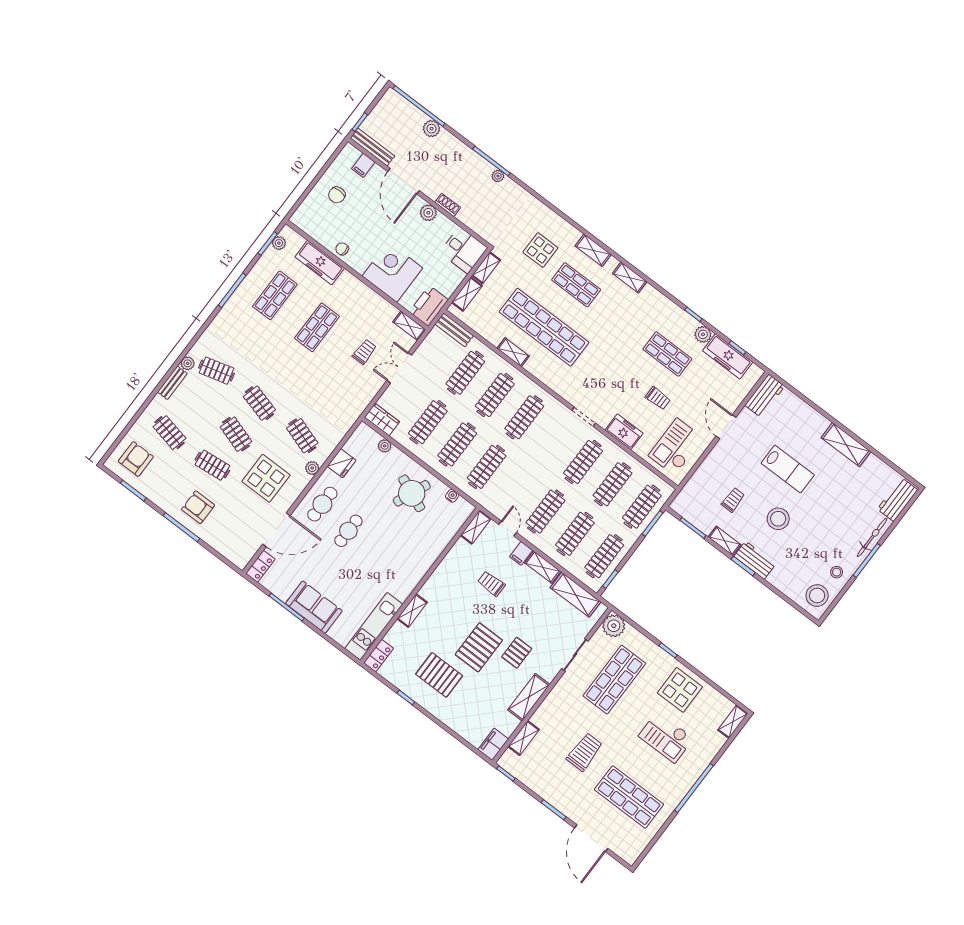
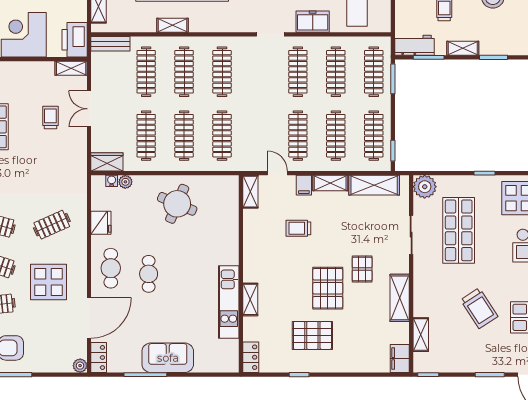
clothes rail: (302, 436) -> (52, 225), turned -42
plant: (312, 468) -> (80, 366), moved
water cooler: (452, 496) -> (112, 181), moved
workbench: (755, 560) -> (415, 45), moved
kitchen unit: (374, 626) -> (229, 302), moved
trolley: (584, 752) -> (479, 308), turned 147

